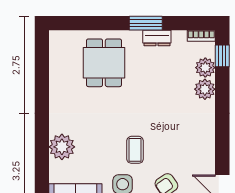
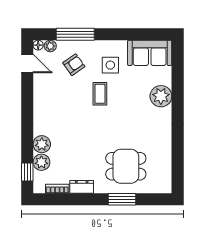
window: (146, 23) -> (122, 199), moved
bookcase: (201, 36) -> (57, 189), moved
dining table: (104, 63) -> (126, 166), turned 90

